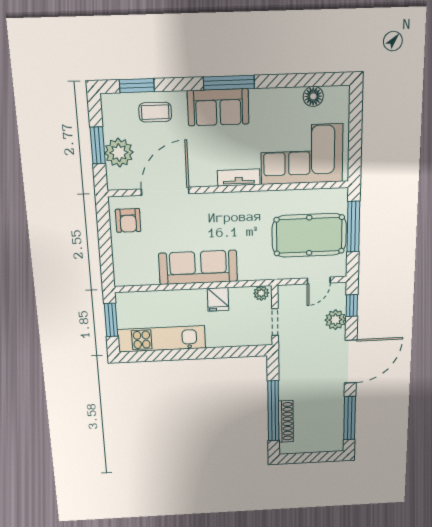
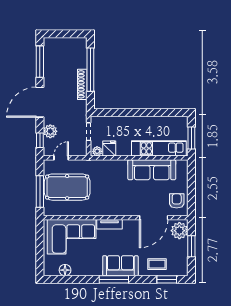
plant: (119, 153) -> (179, 231), moved
sofa: (198, 267) -> (152, 170), moved
fridge: (218, 299) -> (109, 148), moved
kitchen unit: (162, 339) -> (159, 148), moved, turned 180
shoe rack: (286, 421) -> (82, 84), moved

